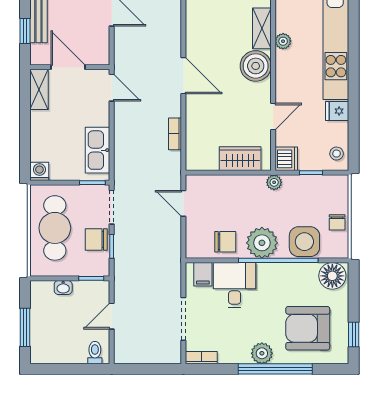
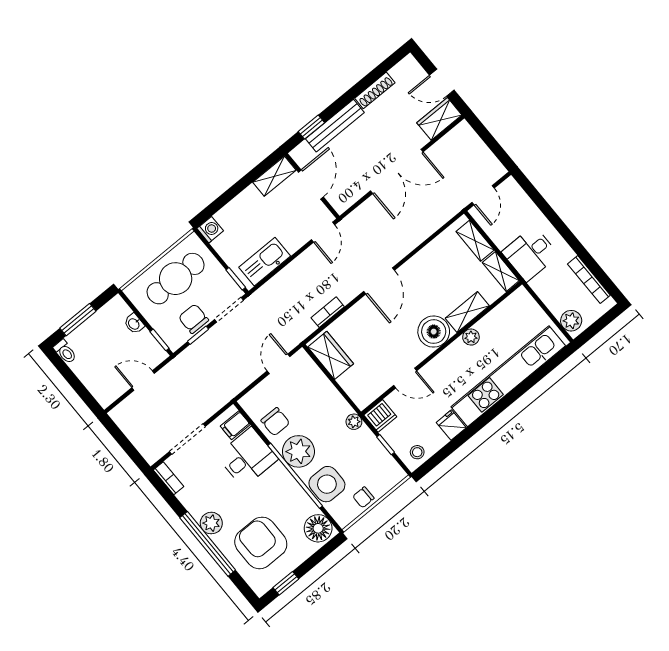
wardrobe: (240, 159) -> (331, 355), moved
toilet: (95, 353) -> (65, 352), moved, turned 90

